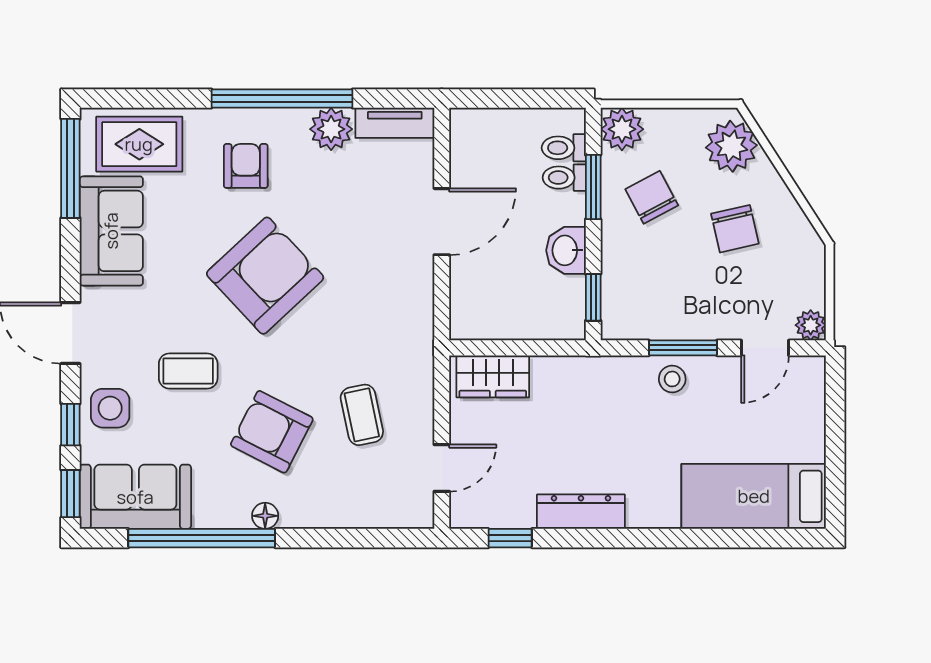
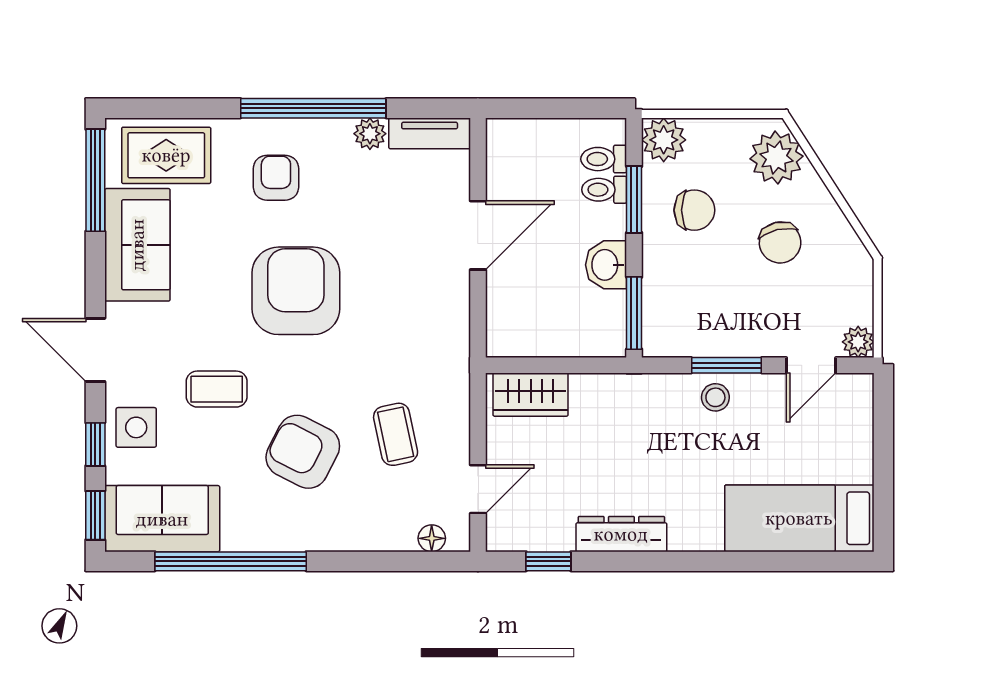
plant: (331, 129) -> (370, 134), width x0.73, depth x0.73
chair: (652, 197) -> (694, 210), turned 118
armchair: (265, 276) -> (296, 291), turned -47
window: (593, 297) -> (634, 313), width x1.50
floor lamp: (265, 516) -> (432, 538), moved

